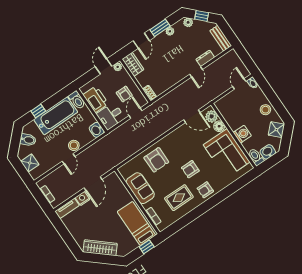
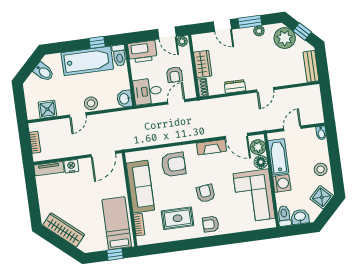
plant: (188, 22) -> (285, 38), width x1.88, depth x1.88
door: (141, 41) -> (222, 25), hinge flipped
dresser: (205, 58) -> (235, 86), moved
wardrobe: (133, 64) -> (203, 64), moved
door: (104, 66) -> (167, 33), swing flipped
door: (239, 84) -> (292, 128), moved
printer: (96, 99) -> (142, 52), moved, turned 90
window: (38, 111) -> (97, 42), moved
bathtub: (230, 116) -> (278, 157), added
fireplace: (178, 133) -> (212, 147), added
armchair: (156, 160) -> (173, 164), turned -91
shower: (30, 163) -> (47, 109), moved
armchair: (190, 169) -> (206, 193), turned 83
door: (93, 184) -> (103, 154), moved
sofa: (140, 188) -> (140, 187), width x1.36

